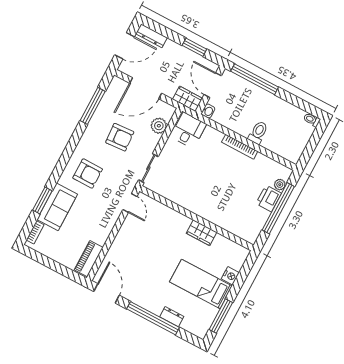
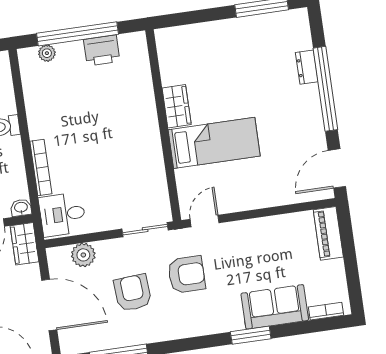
bookcase: (240, 147) -> (41, 167), moved
armchair: (88, 174) -> (186, 274), moved, turned 90
printer: (269, 198) -> (102, 50), moved
window: (42, 200) -> (251, 335), moved
piano: (89, 259) -> (328, 233), moved, turned 90
nightstand: (230, 276) -> (204, 32), removed
bed: (201, 284) -> (214, 143), moved, turned -90

